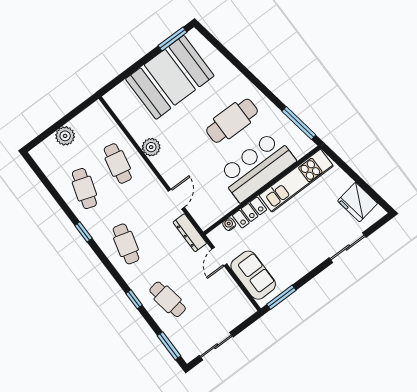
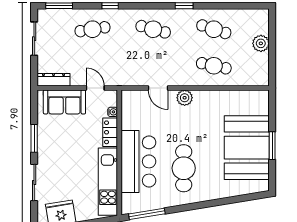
window: (173, 39) -> (272, 146), moved
plant: (151, 147) -> (185, 98), moved
dresser: (190, 233) -> (53, 80), moved
window: (281, 297) -> (34, 138), moved

